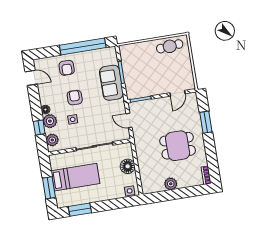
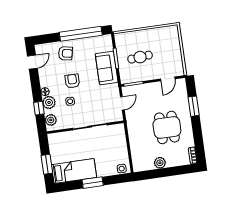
cafe table: (170, 46) -> (140, 57), moved
armchair: (67, 68) -> (65, 53), turned -79
door: (31, 78) -> (32, 62), hinge flipped
door: (129, 121) -> (122, 103), swing flipped
dining table: (178, 146) -> (167, 127), turned 90
floor lamp: (128, 166) -> (120, 146), removed
bed: (75, 177) -> (74, 171), moved
window: (80, 210) -> (93, 183), moved

